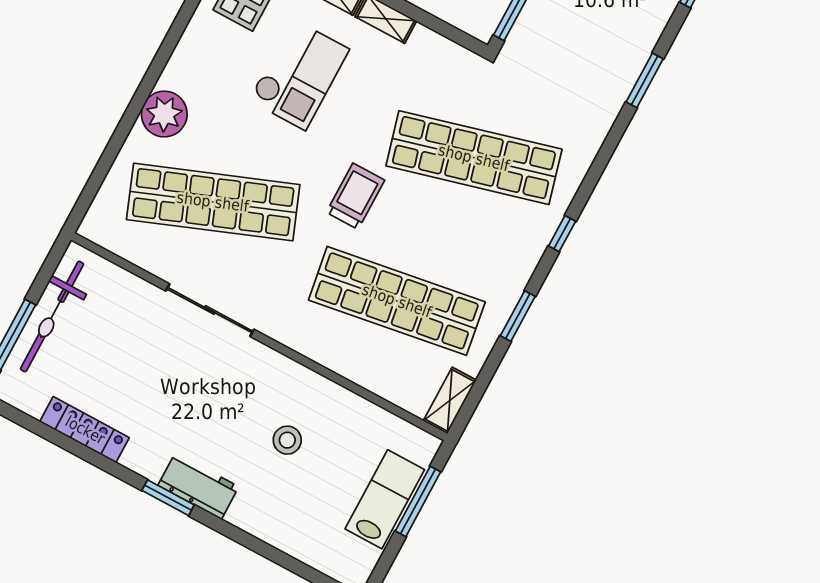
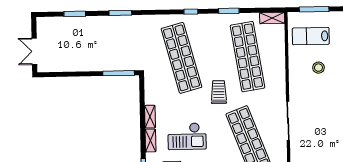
checkout: (299, 75) -> (187, 136), turned 180
trolley: (355, 196) -> (219, 92), turned 90
lab bench: (385, 499) -> (311, 36), moved

